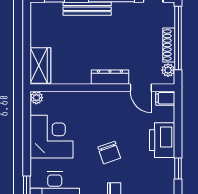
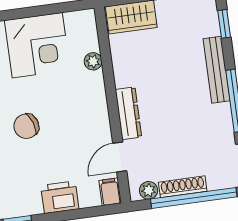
plant: (36, 98) -> (93, 61), moved
printer: (162, 140) -> (60, 197), width x0.73, depth x0.84

